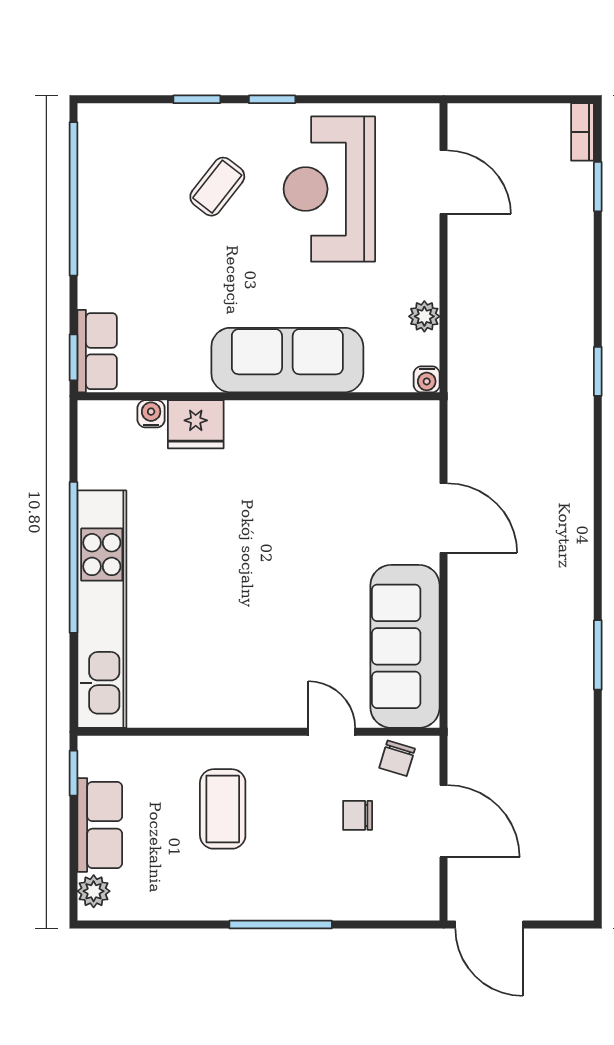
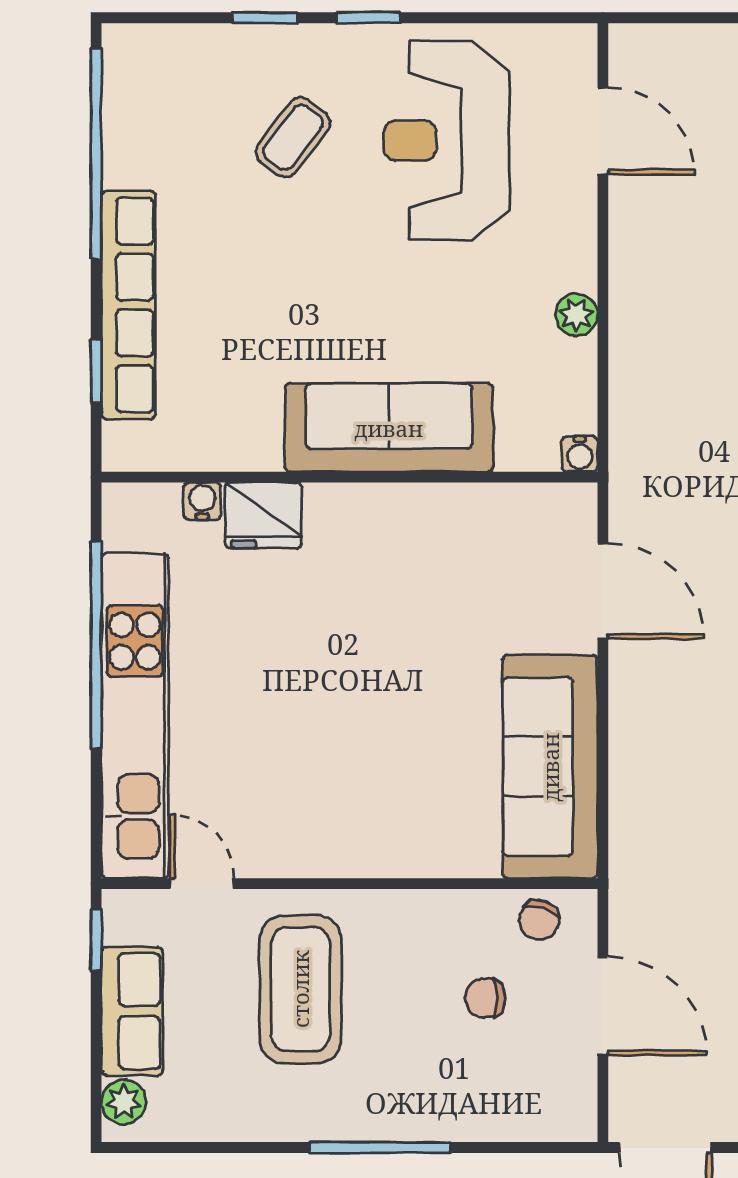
row of seats: (97, 351) -> (128, 305), width x2.02
sofa: (287, 360) -> (389, 428), moved
water cooler: (427, 379) -> (580, 454), moved
wall: (259, 396) -> (349, 477), moved
water cooler: (151, 414) -> (202, 501), moved
fridge: (196, 424) -> (264, 515), moved
door: (332, 732) -> (202, 884), moved
coffee table: (223, 809) -> (300, 989), width x1.36, depth x1.32

